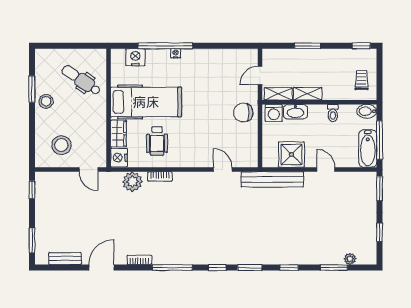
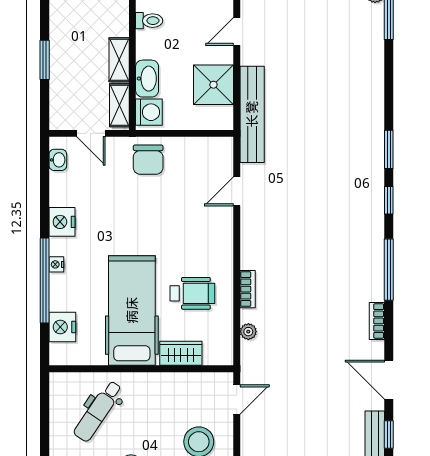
washbasin: (243, 54) -> (58, 160), added
nightstand: (119, 158) -> (62, 222), moved, turned 90
plant: (132, 182) -> (248, 332), width x0.53, depth x0.53
window: (289, 268) -> (389, 434), moved

